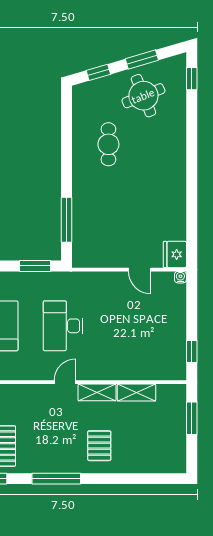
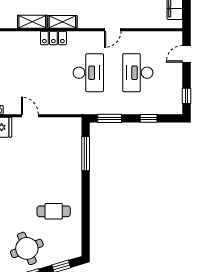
cafe table: (108, 144) -> (54, 211), turned 90
locker: (109, 371) -> (53, 38), added
door: (65, 382) -> (113, 30), moved

